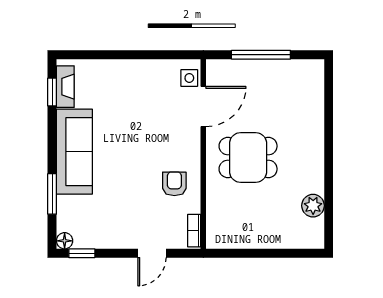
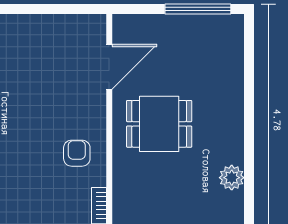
window: (261, 55) -> (198, 9), moved
side table: (189, 78) -> (93, 35), removed

